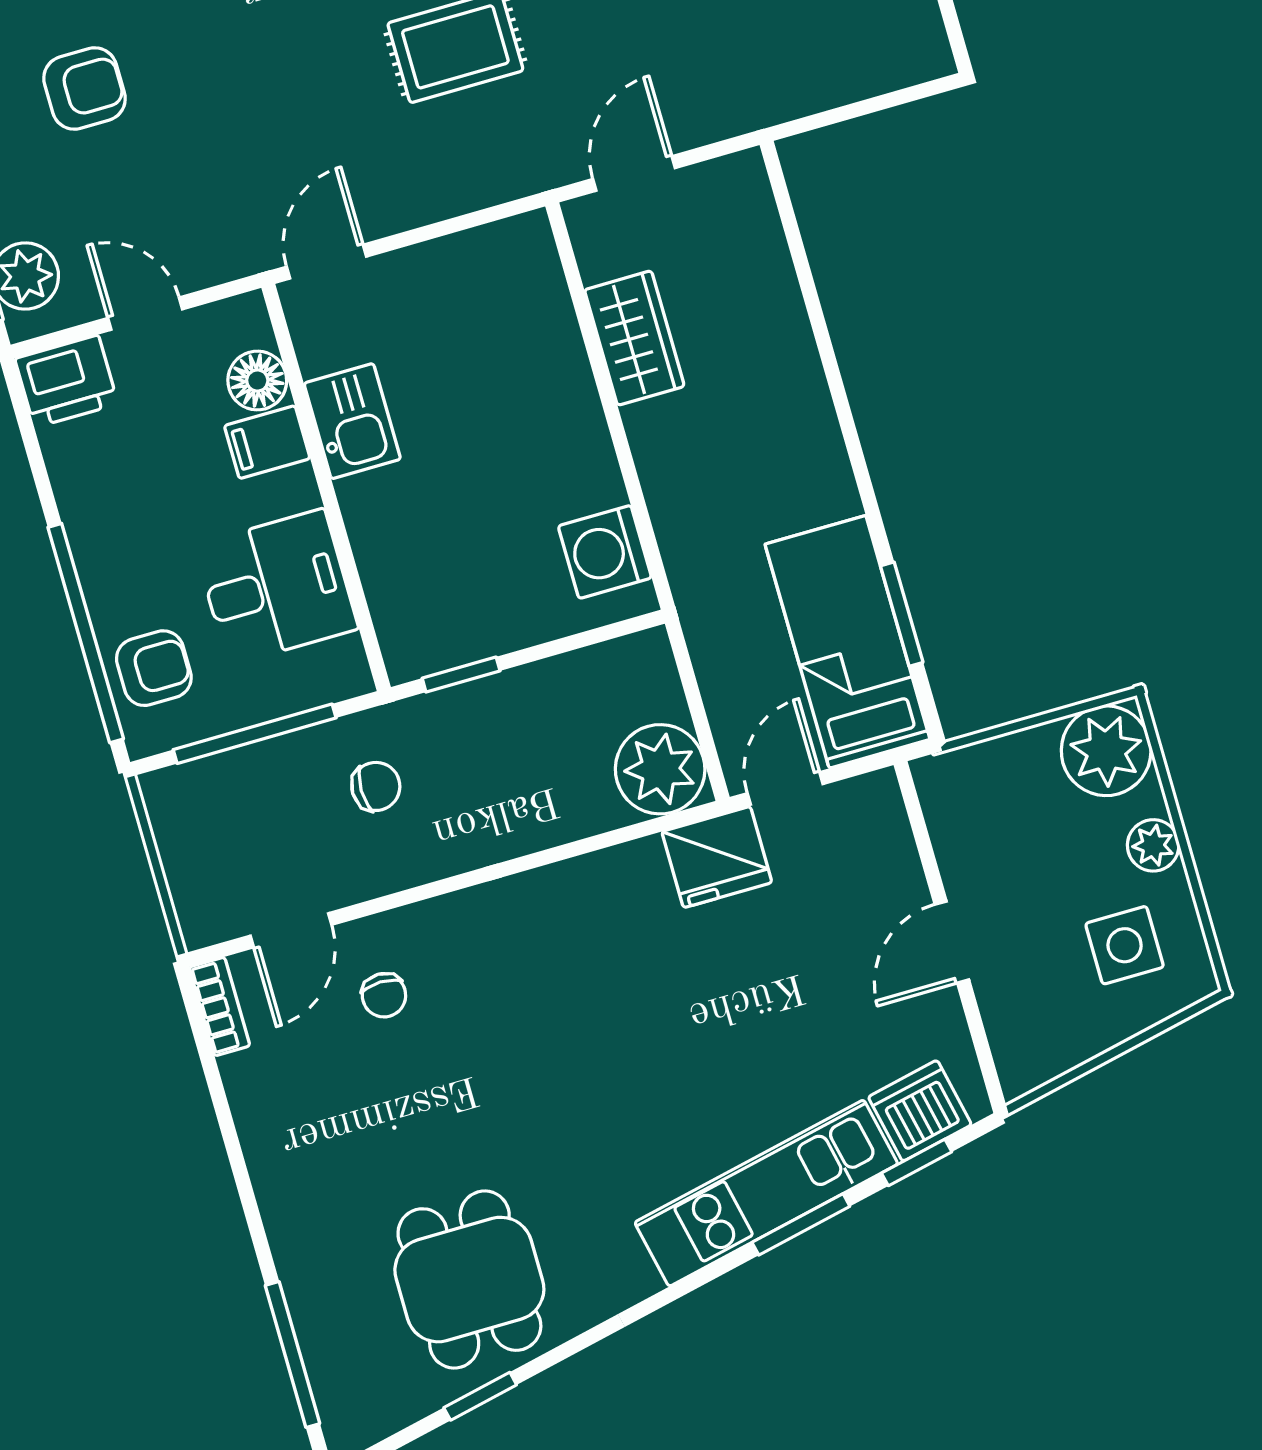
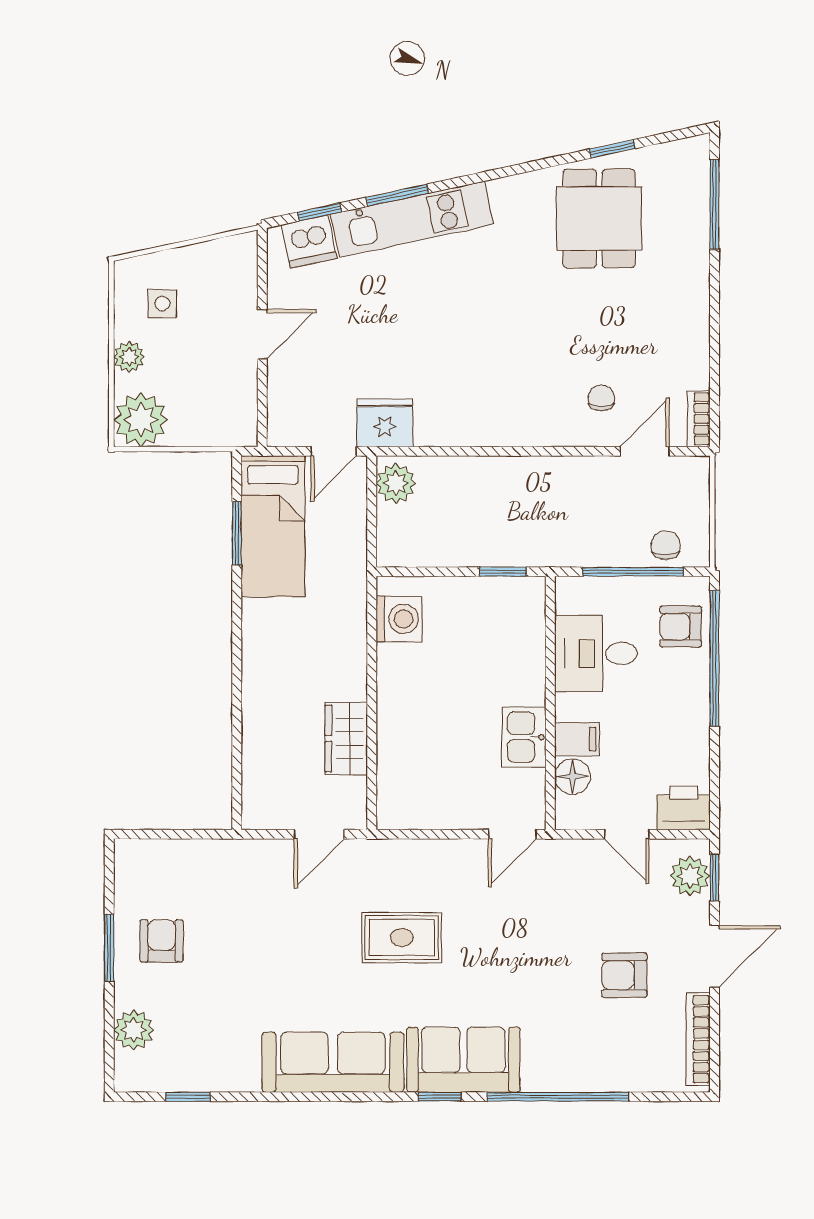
plant: (660, 769) -> (396, 483), width x0.73, depth x0.73
chair: (376, 786) -> (666, 545), moved, turned 90
side table: (1125, 945) -> (162, 304), width x0.73, depth x0.73

